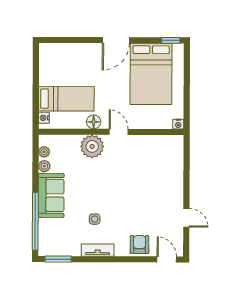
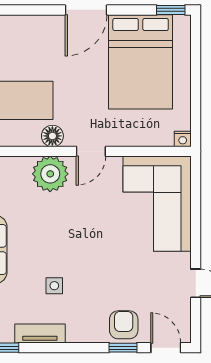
door: (119, 132) -> (91, 151), swing flipped
corner sofa: (161, 166) -> (157, 204), added
tv unit: (98, 250) -> (40, 333), moved
window: (139, 259) -> (123, 348), added

